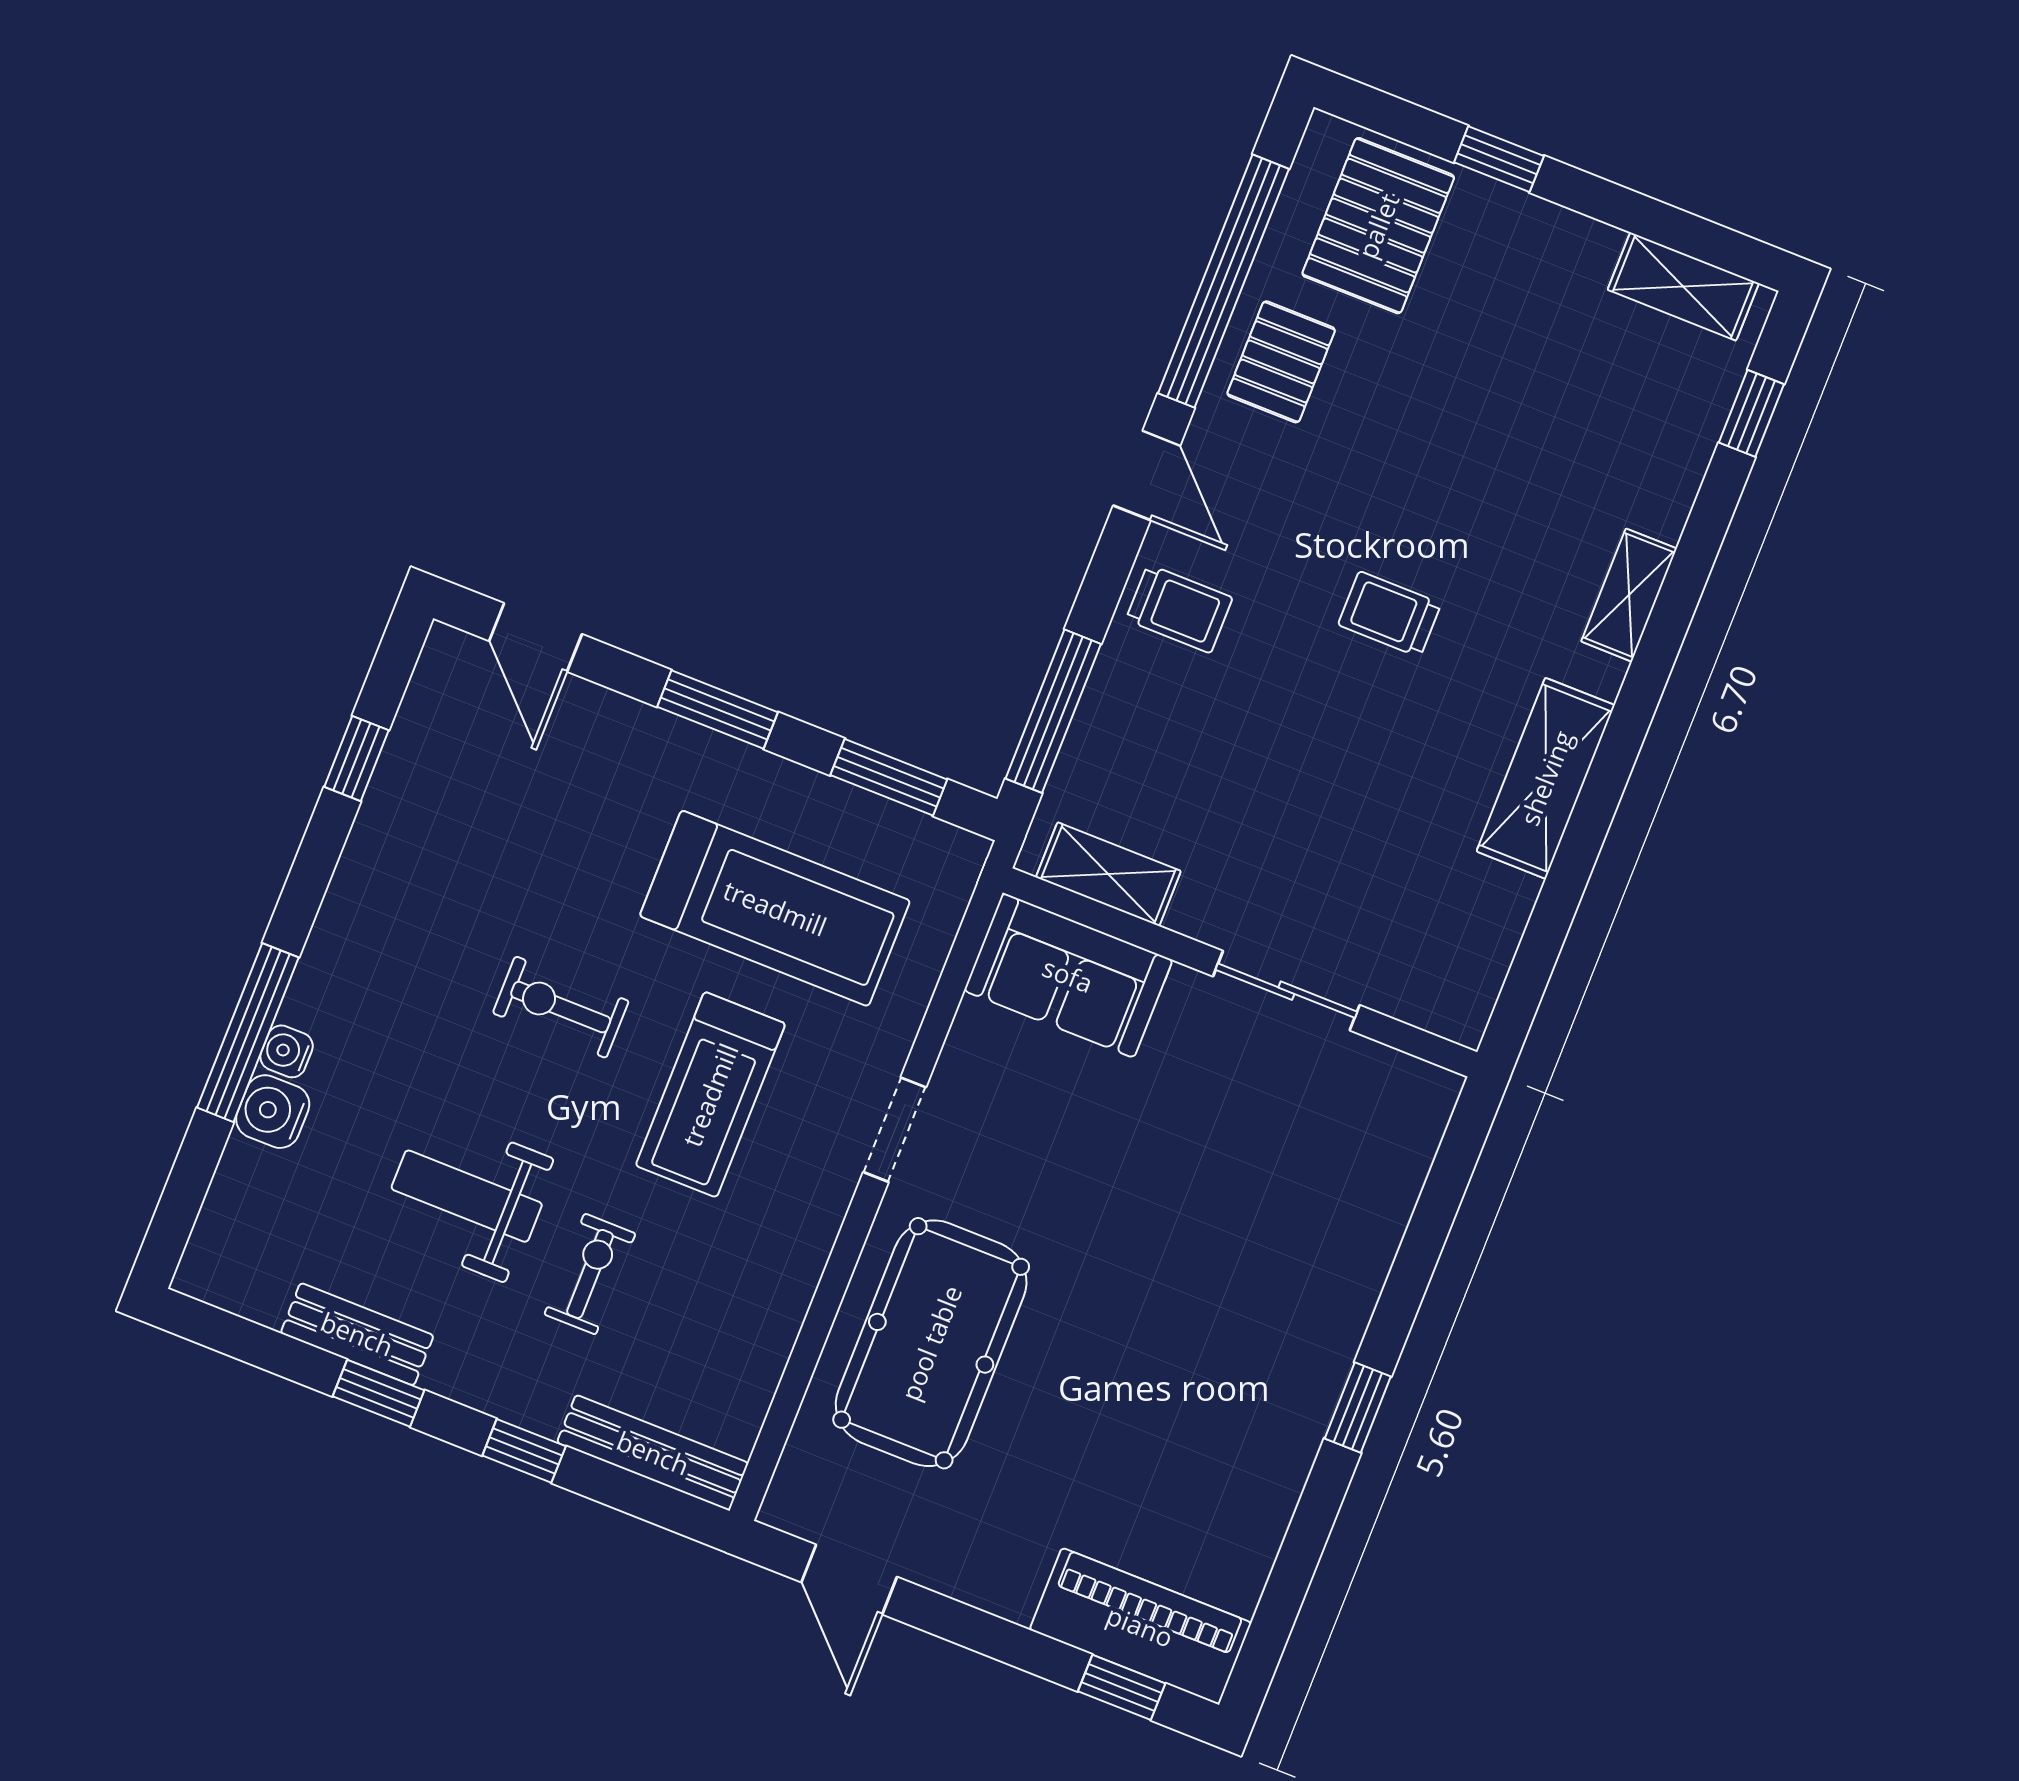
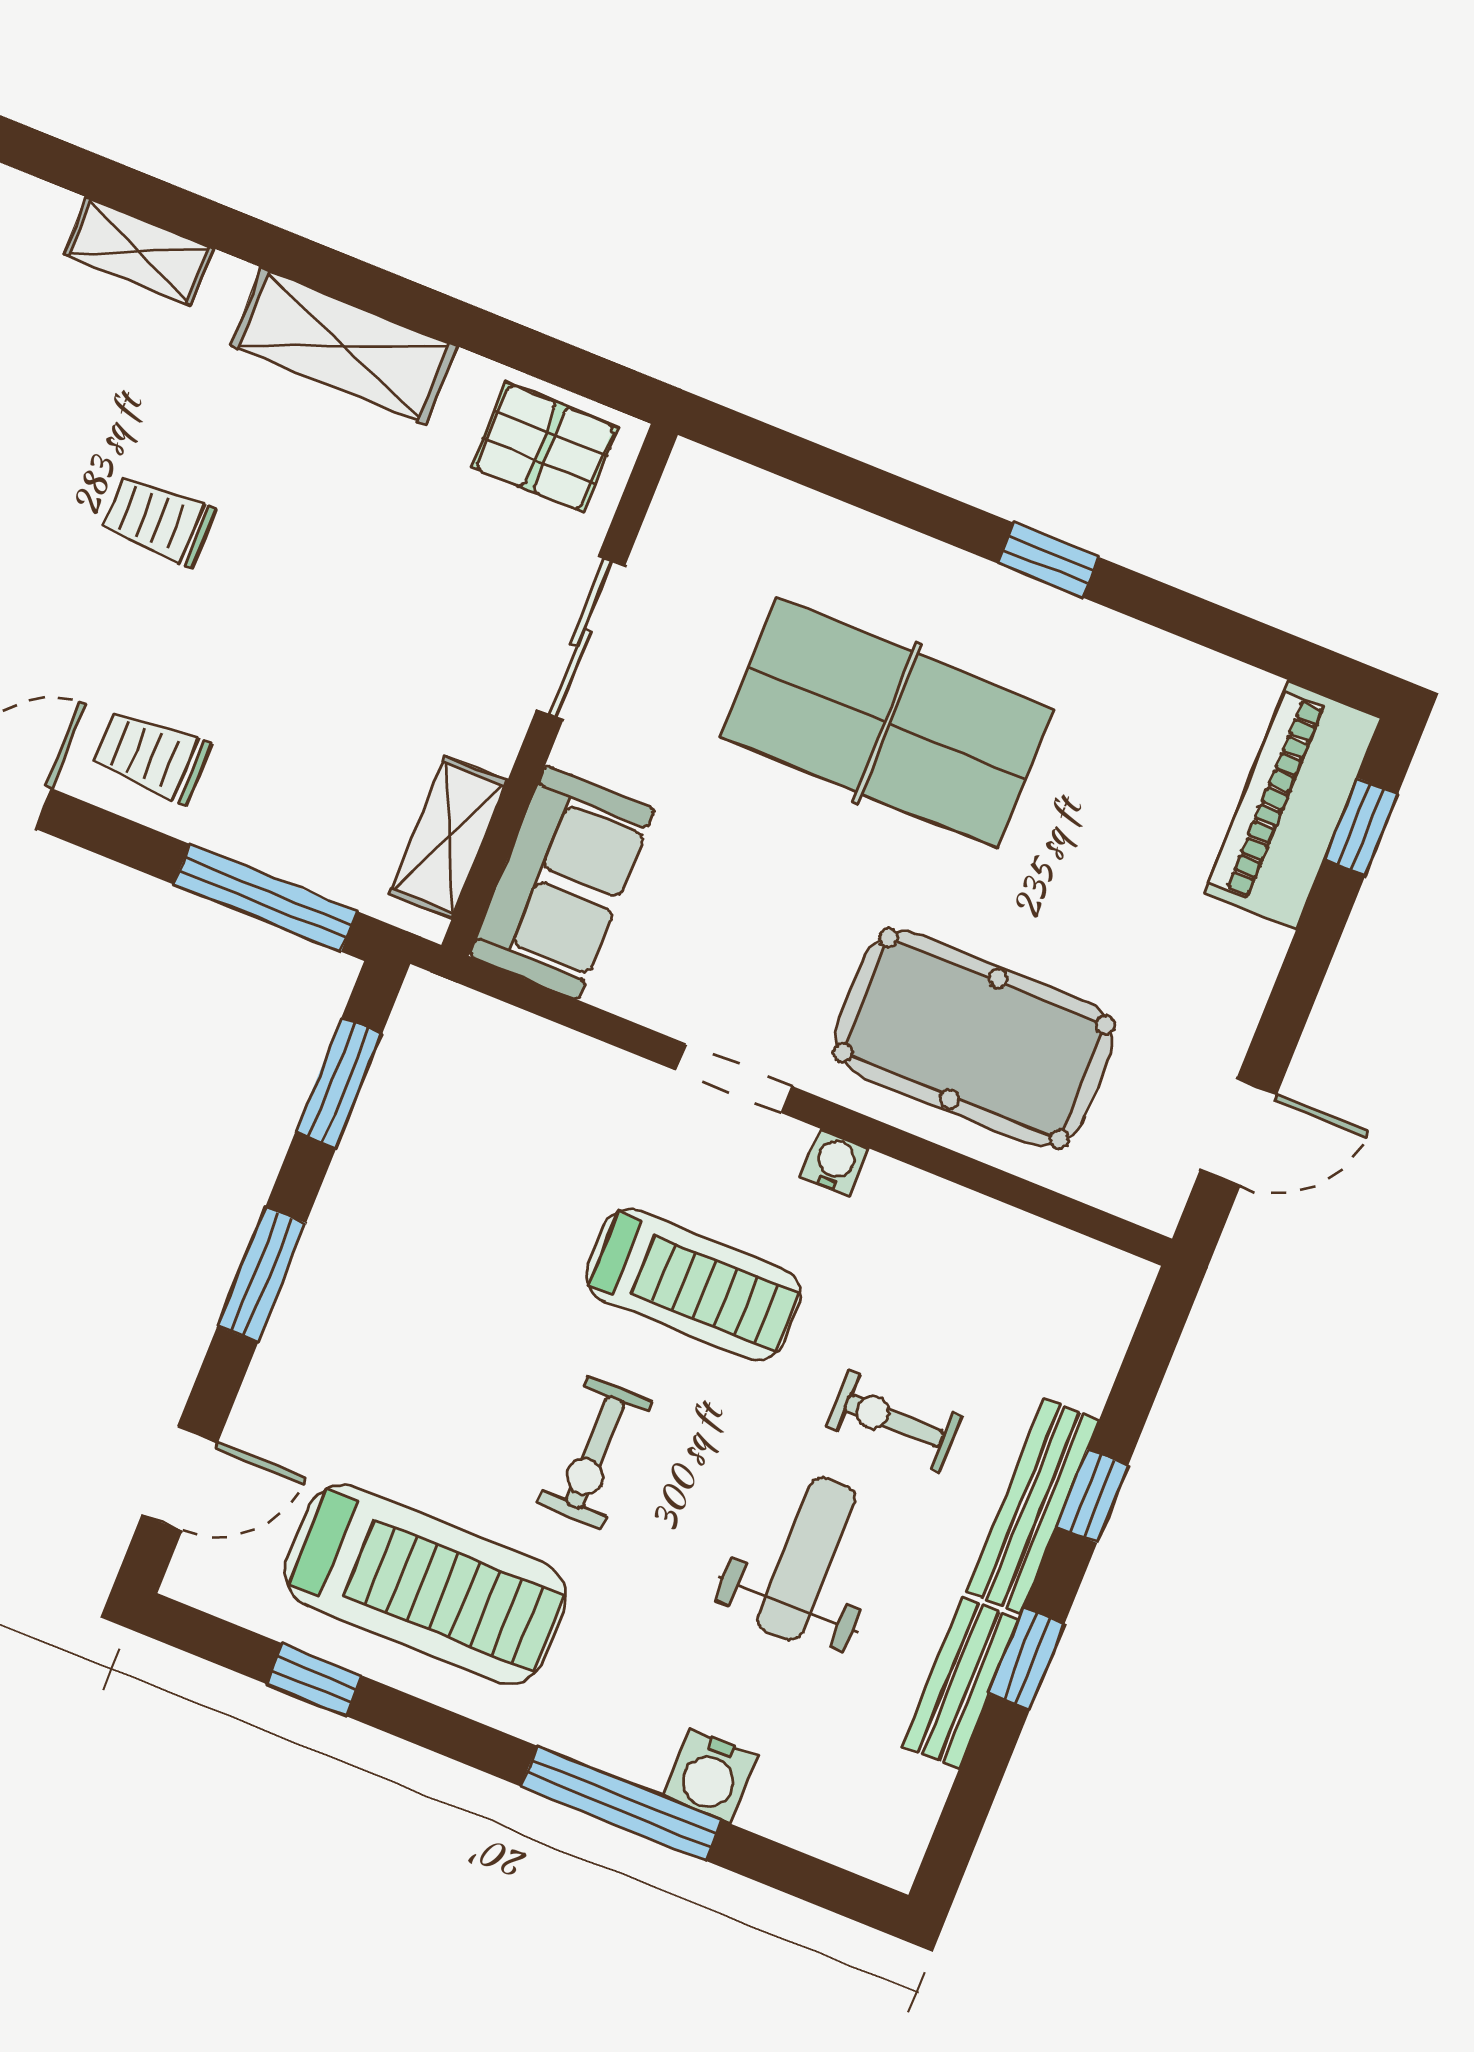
trolley: (1179, 609) -> (151, 756), turned -90
trolley: (1390, 614) -> (159, 520), turned 90
treadmill: (775, 908) -> (426, 1584), moved, turned 90
pallet: (1456, 958) -> (545, 447), added
water cooler: (287, 1051) -> (835, 1163), moved, turned 180
weight bench: (467, 1196) -> (806, 1559), turned 180
table tennis table: (1212, 1264) -> (887, 723), added
bench: (653, 1453) -> (1033, 1506), moved

